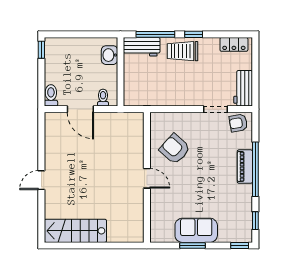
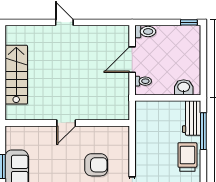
window: (194, 34) -> (203, 168), removed
armchair: (175, 149) -> (96, 165), moved, turned 48
stairs: (75, 231) -> (16, 75), moved

